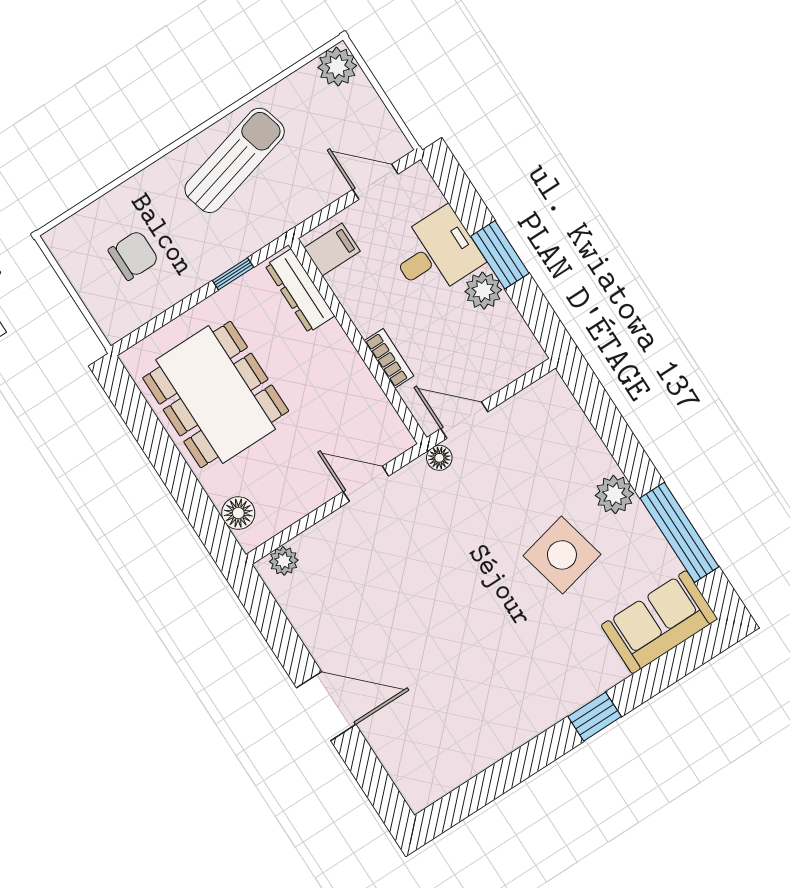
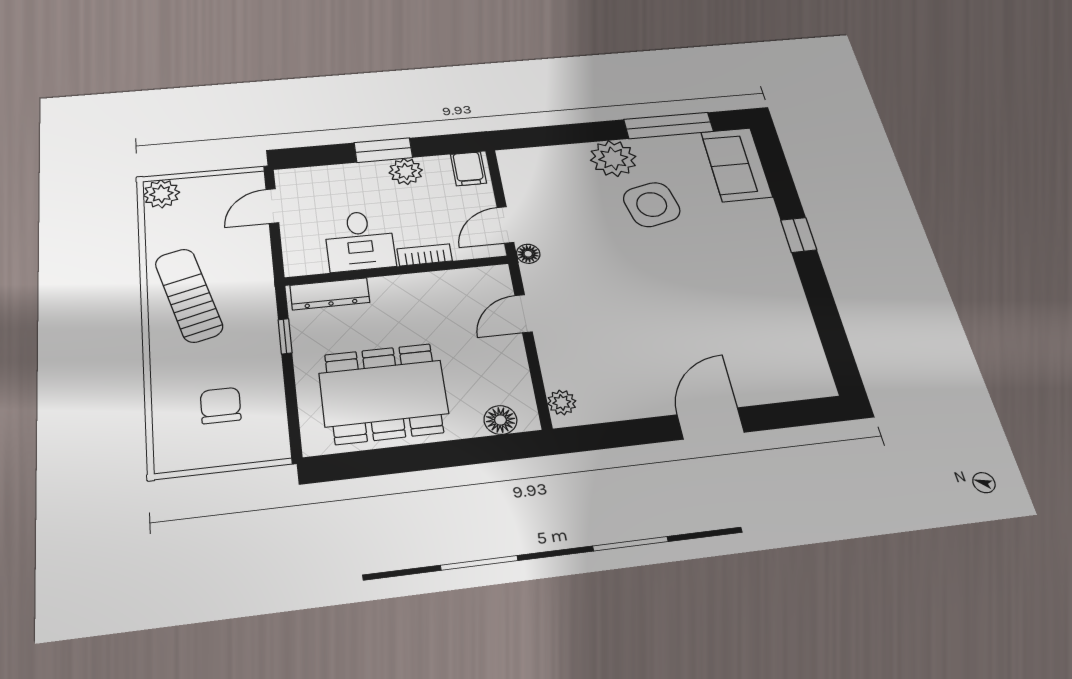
filing cabinet: (332, 249) -> (468, 169), moved, turned 180
desk: (436, 253) -> (360, 241), moved, turned 180
plant: (614, 495) -> (613, 158), width x1.36, depth x1.36

